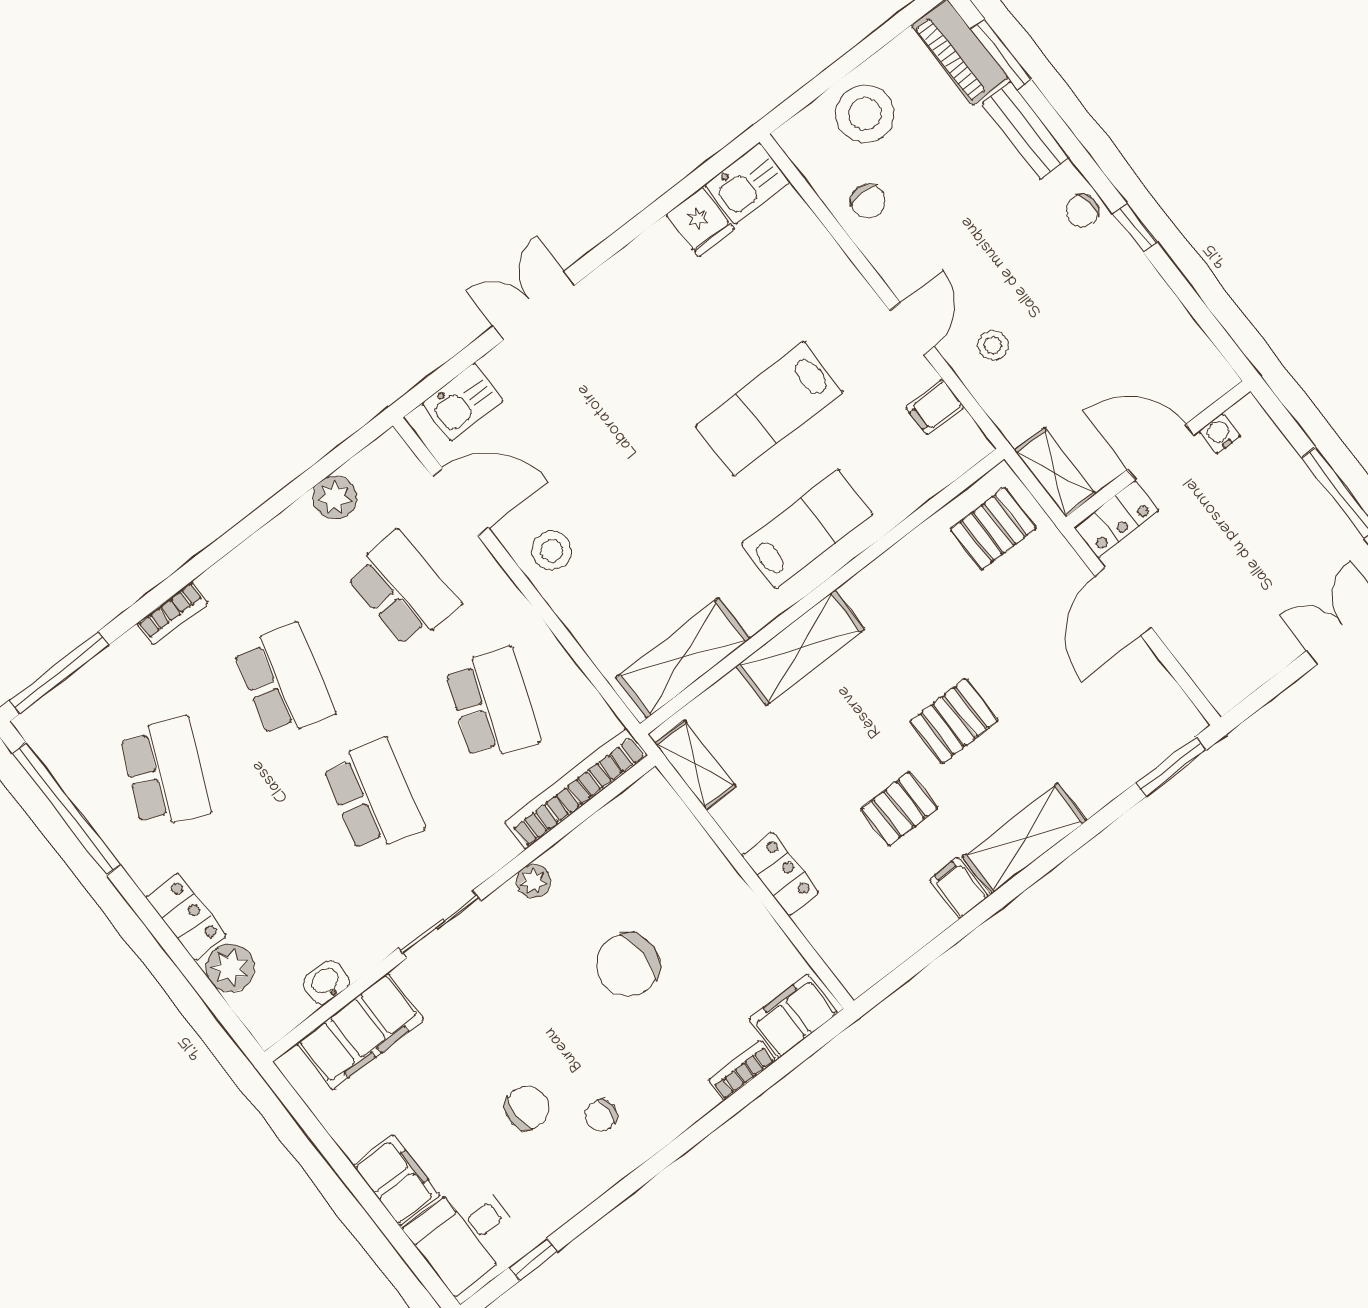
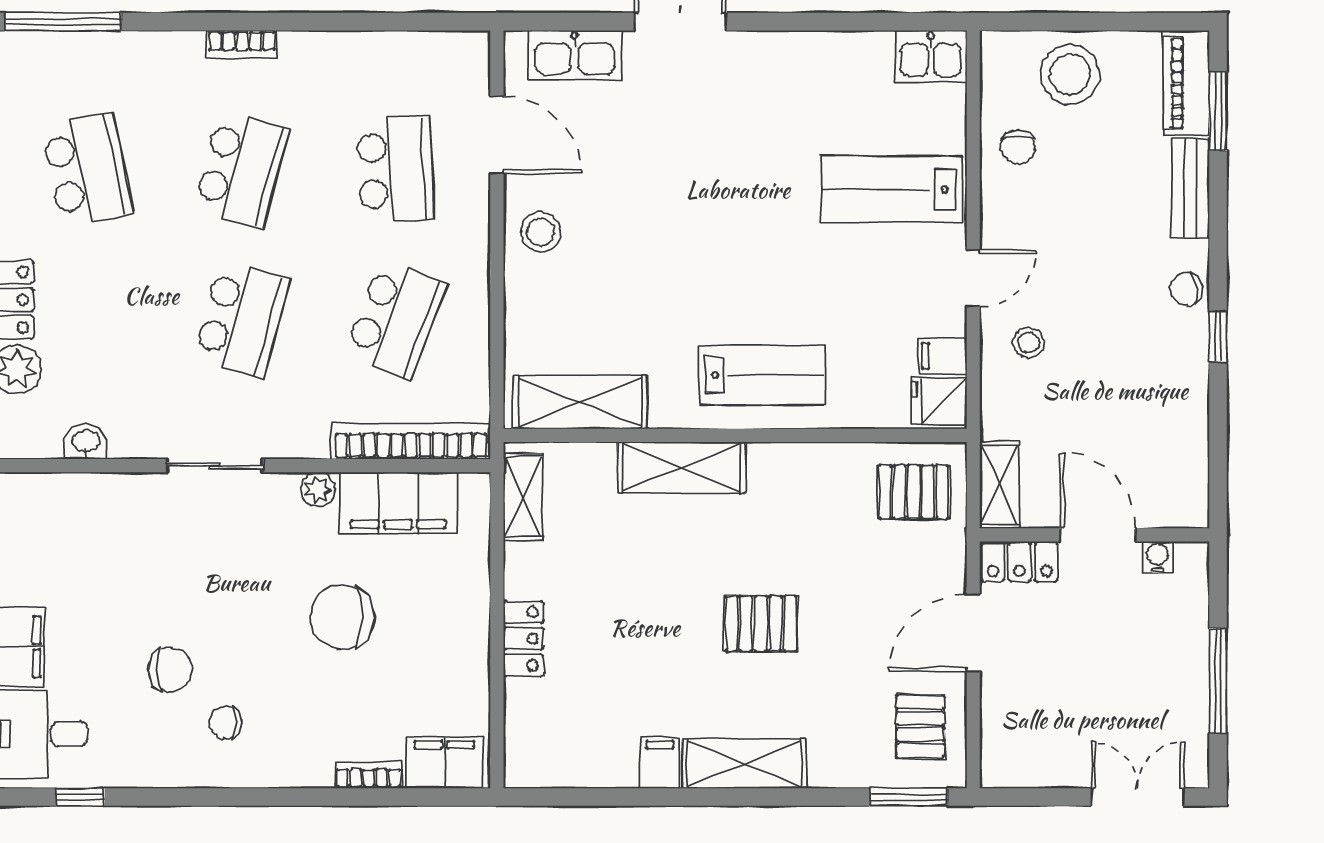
fridge: (700, 222) -> (939, 401), moved, turned 90
kitchen sink: (463, 402) -> (575, 55), width x1.38
lab bench: (769, 409) -> (892, 189), moved
plant: (335, 497) -> (398, 53), removed
bookcase: (172, 613) -> (242, 45), moved
school desk: (165, 773) -> (87, 170), turned -36
pallet: (899, 809) -> (920, 726), moved, turned 90
filing cabinet: (360, 1031) -> (398, 503), moved

